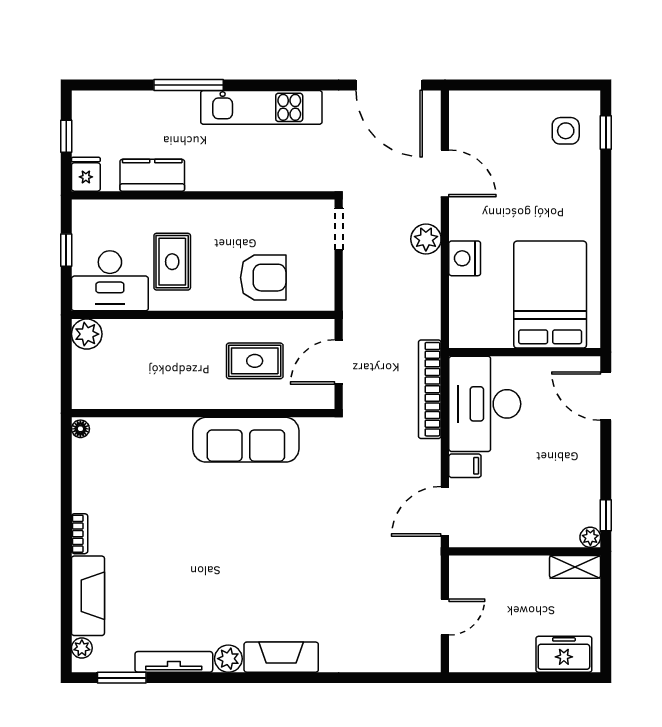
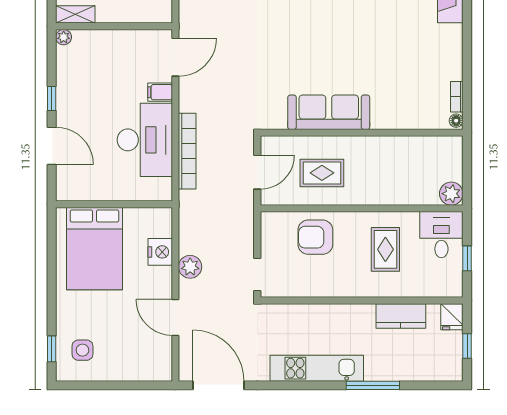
desk: (110, 281) -> (441, 235), width x0.73
bed: (550, 295) -> (94, 249), moved
wall: (525, 352) -> (114, 204), moved
window: (606, 515) -> (52, 99), moved
bookcase: (80, 534) -> (457, 97), moved

